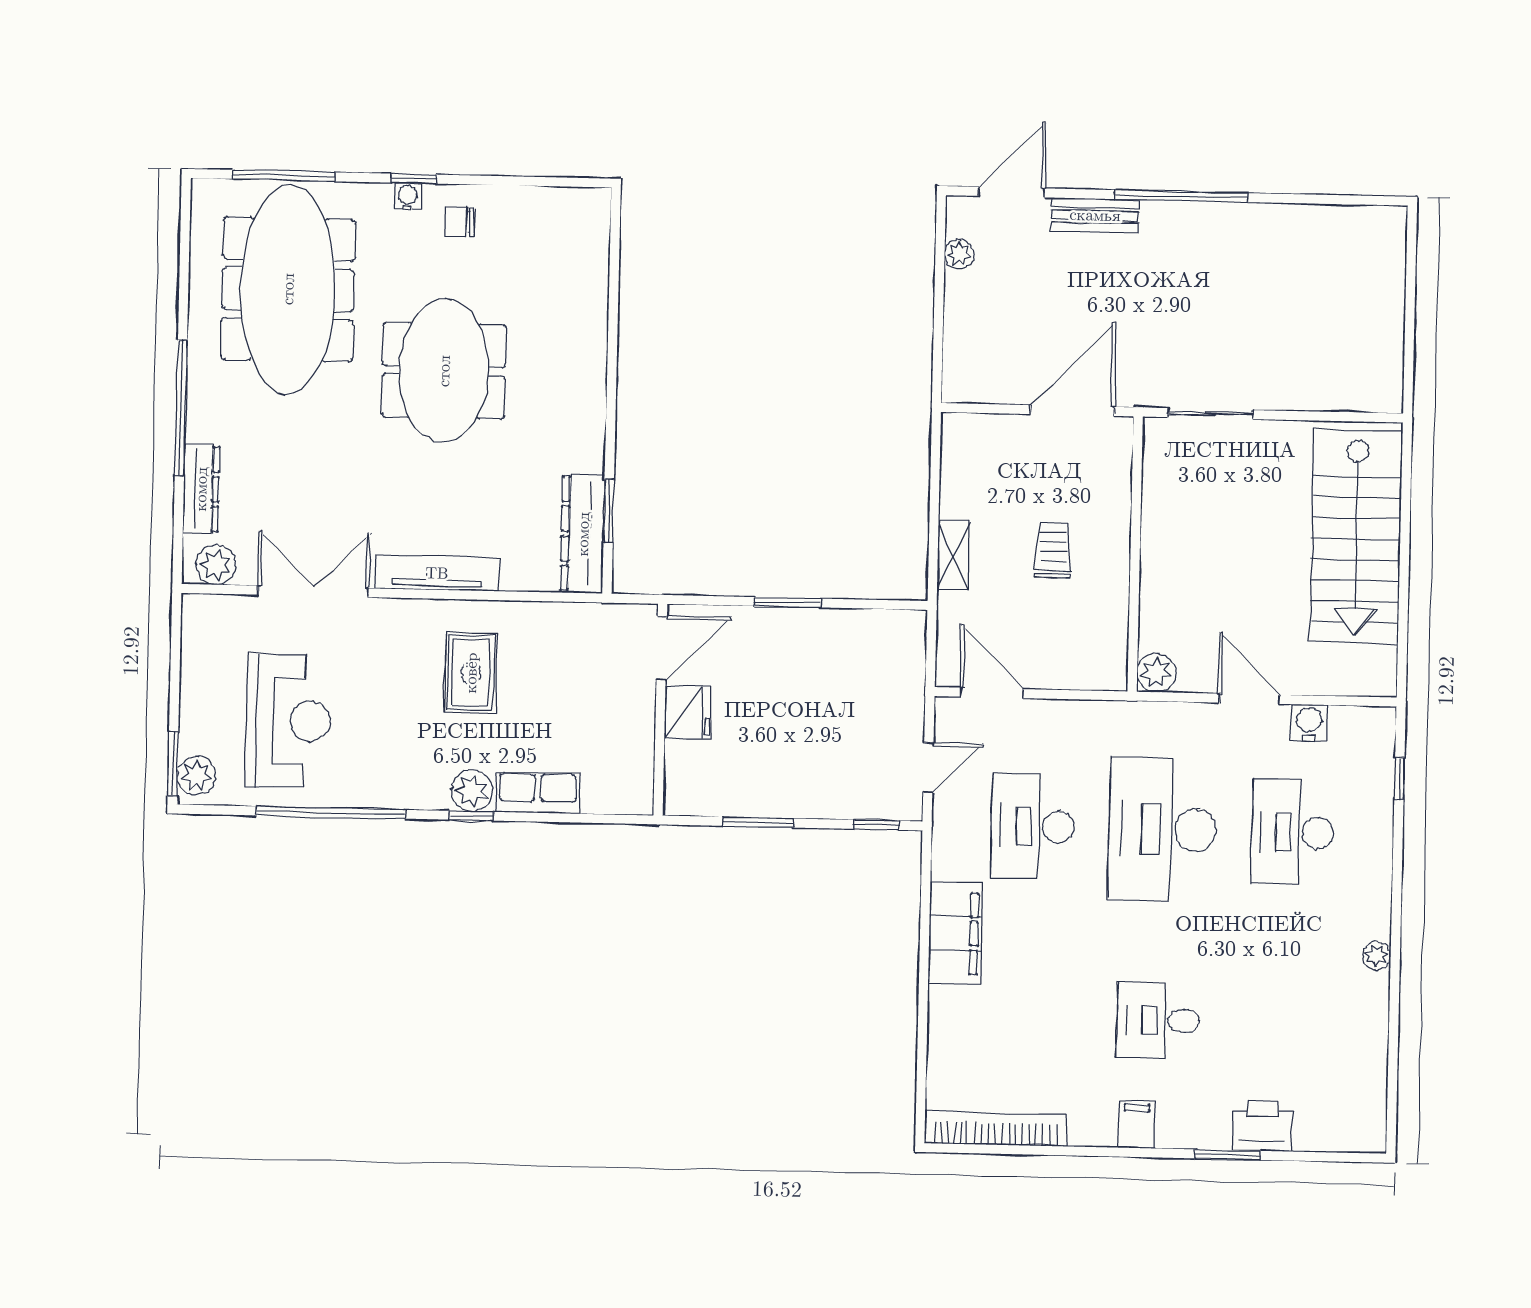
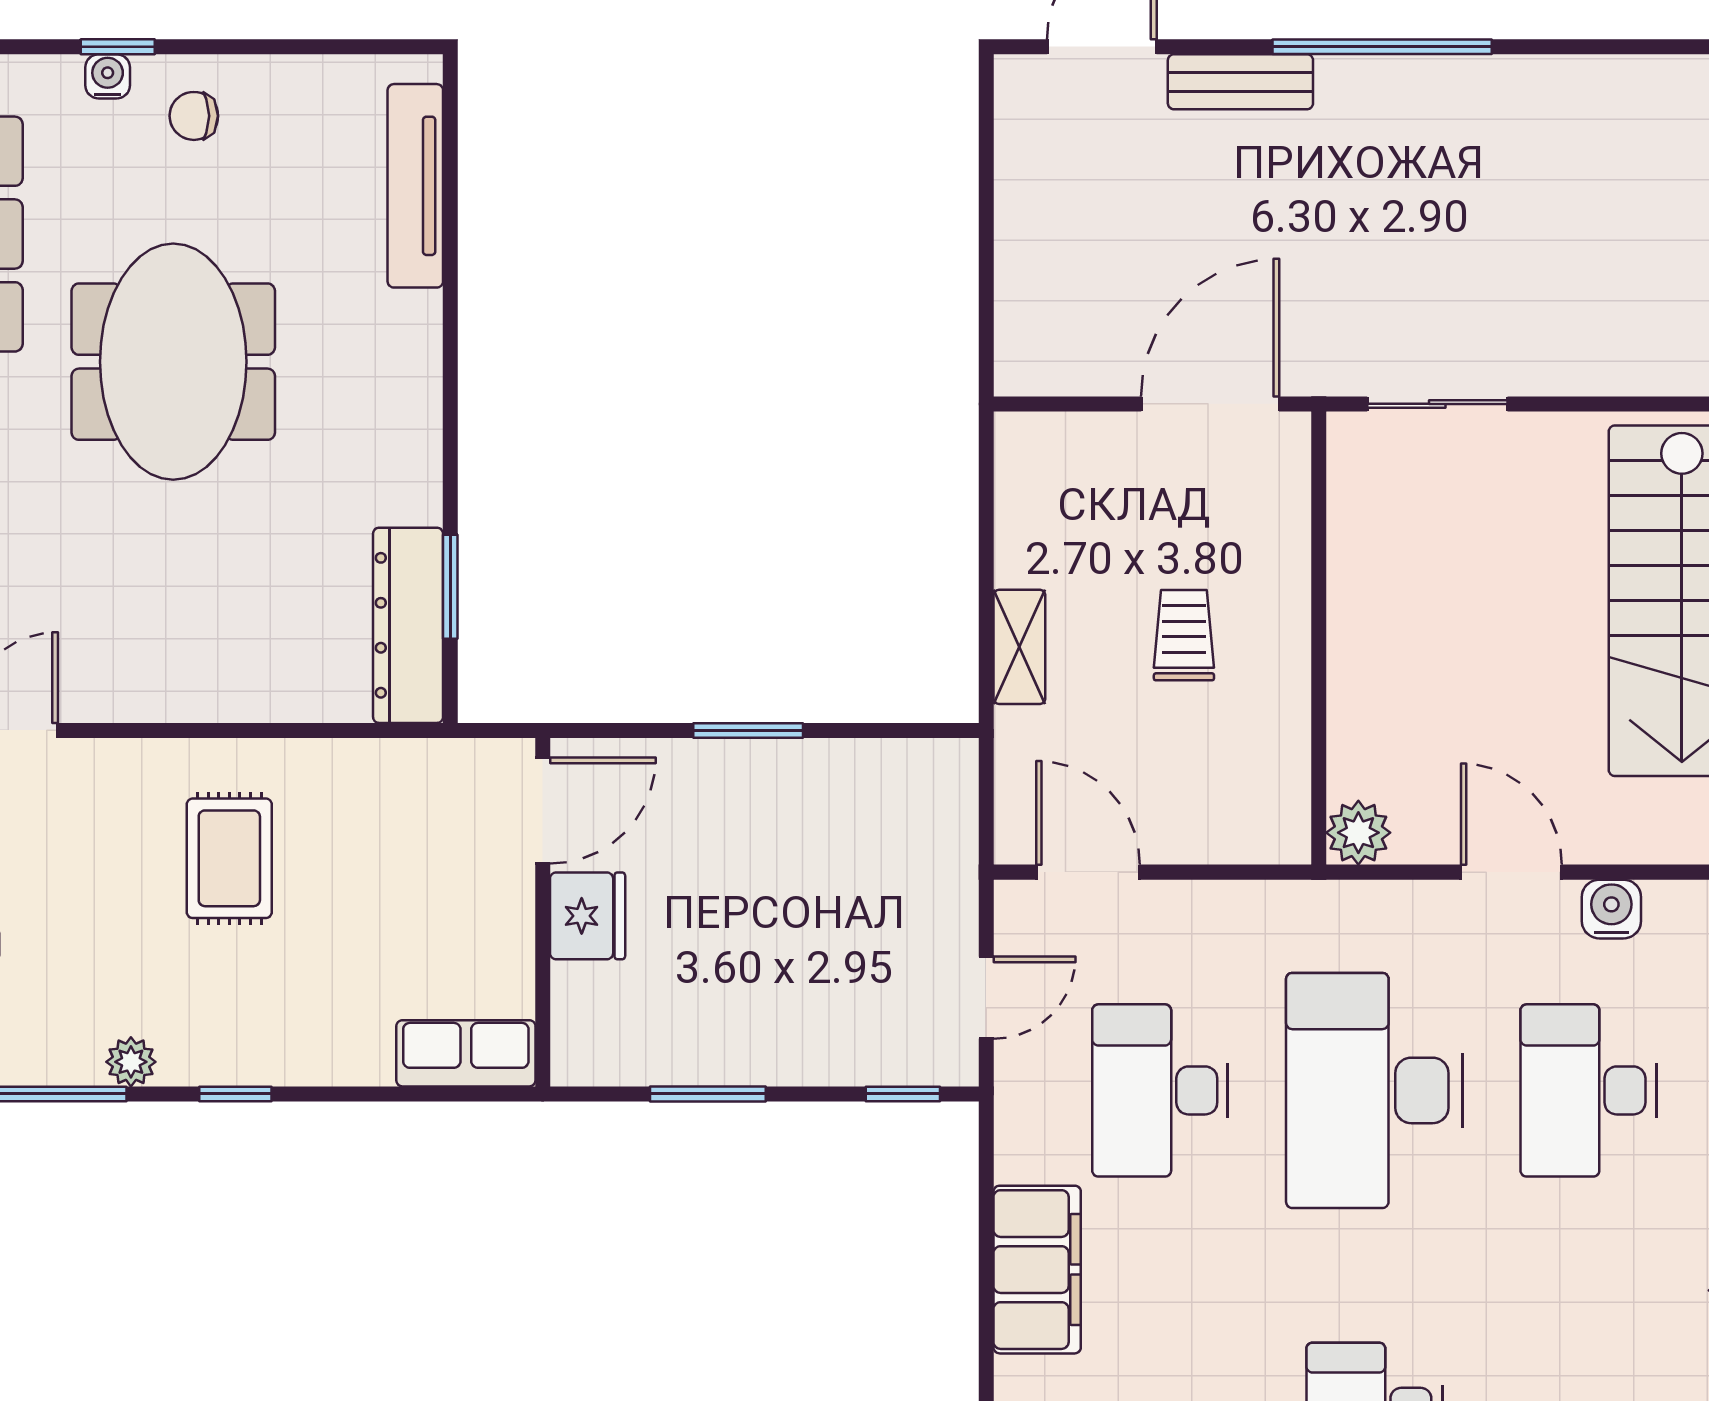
plant: (959, 254) -> (1018, 151), removed
tv unit: (437, 573) -> (415, 186), moved, turned -90
plant: (472, 791) -> (131, 1062), moved, width x0.73, depth x0.73
row of seats: (538, 793) -> (466, 1053), moved

